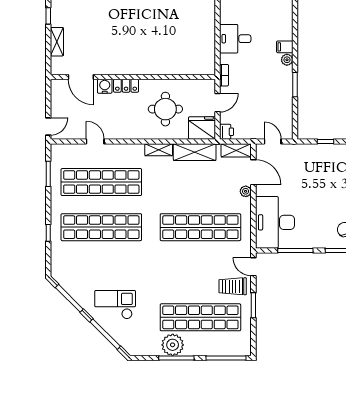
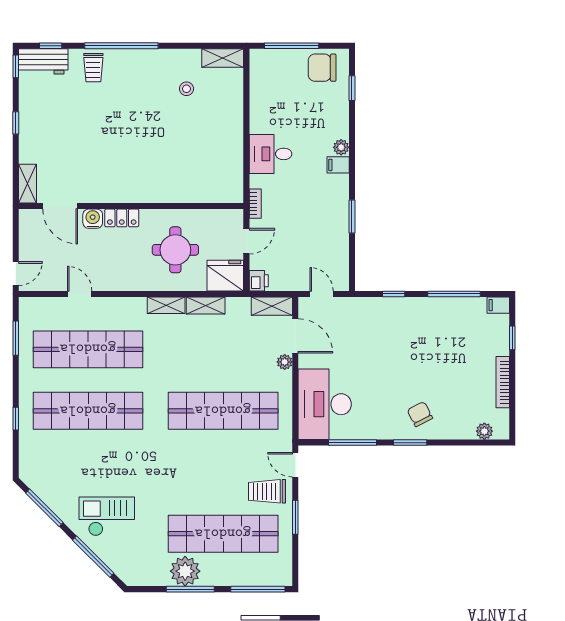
shelving: (57, 42) -> (28, 184), moved
plant: (287, 60) -> (341, 147), moved
shelving: (195, 152) -> (206, 306), width x0.67, depth x0.75

